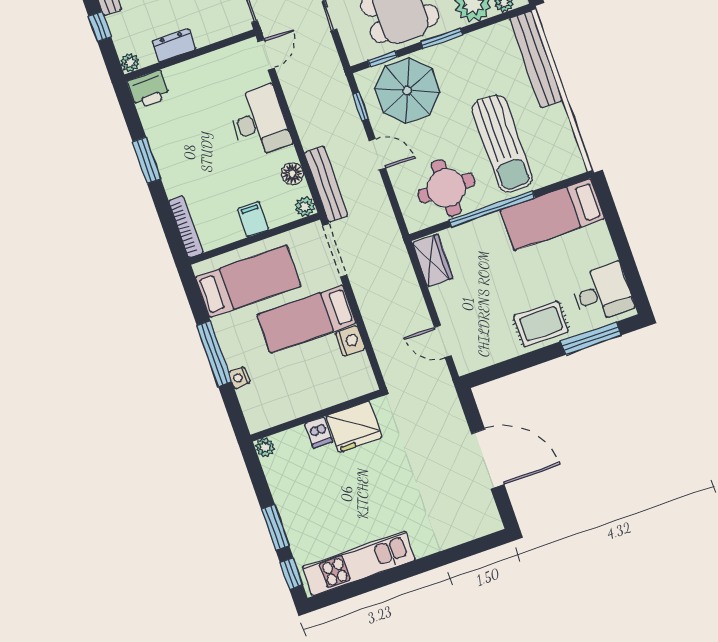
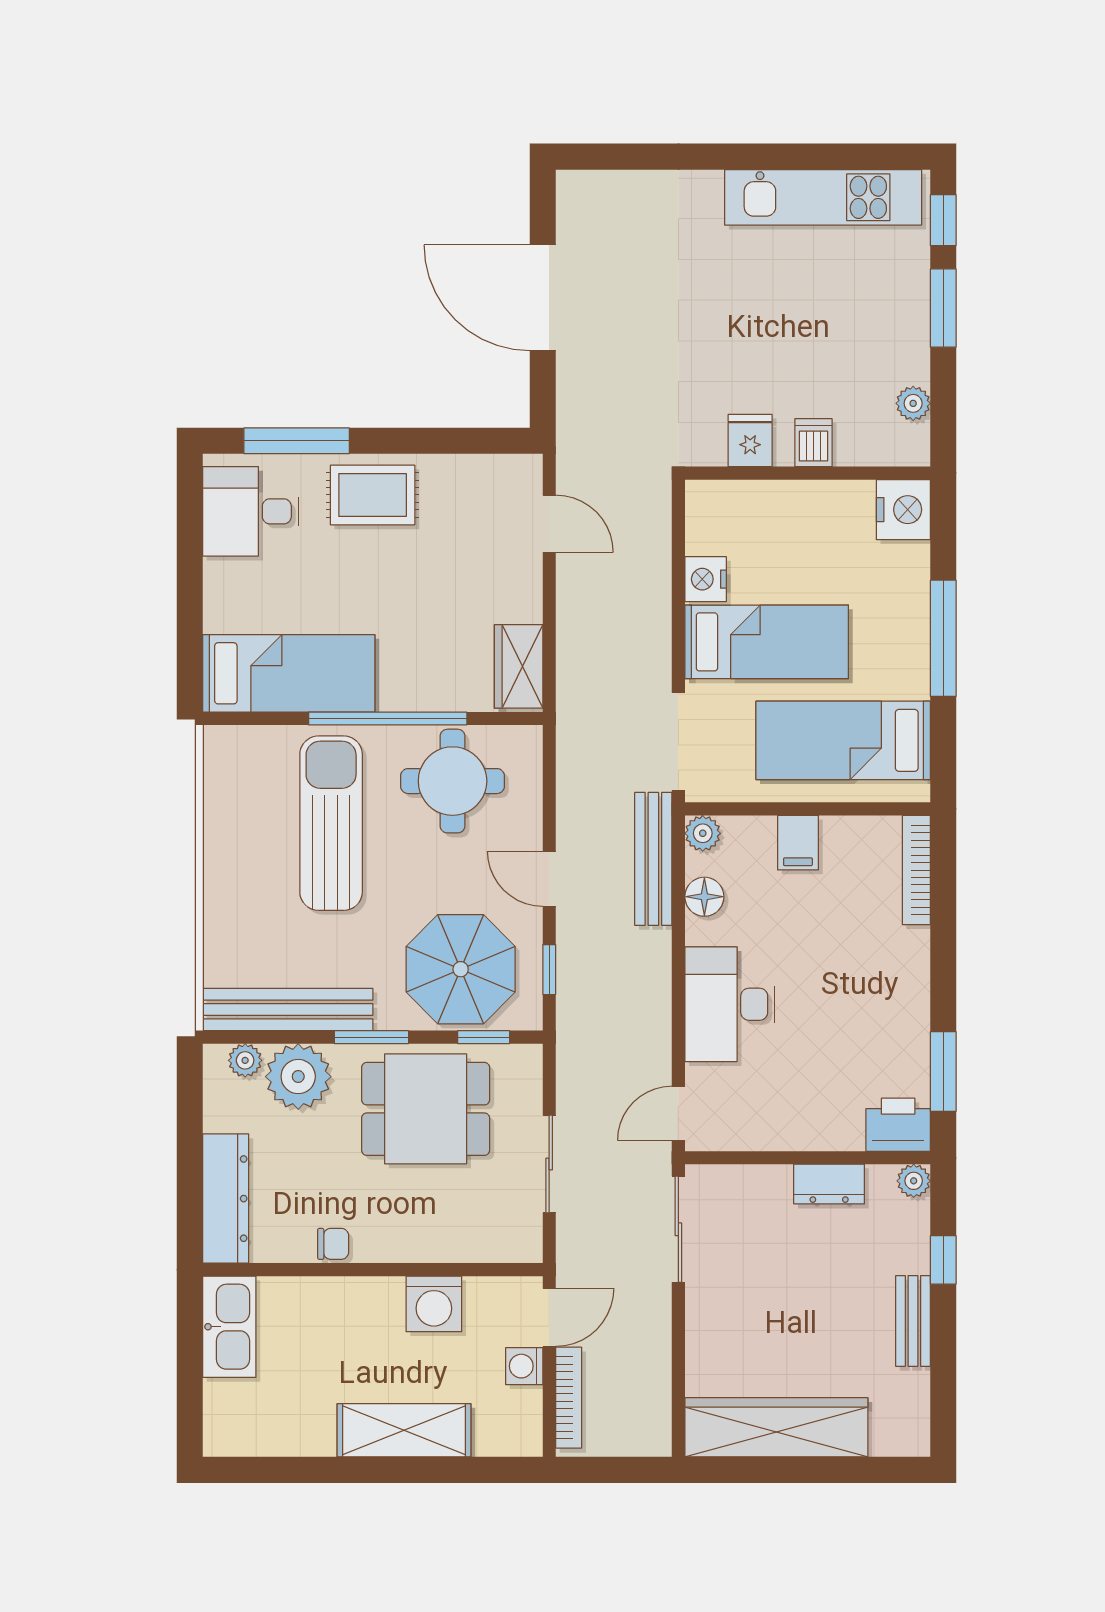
bench: (536, 59) -> (288, 1010), moved, turned 90
window: (147, 160) -> (943, 1072), moved
nightstand: (239, 378) -> (903, 510), moved, width x1.89, depth x1.79
fridge: (354, 427) -> (750, 440), width x0.53, depth x0.75
plant: (265, 447) -> (913, 403), moved

